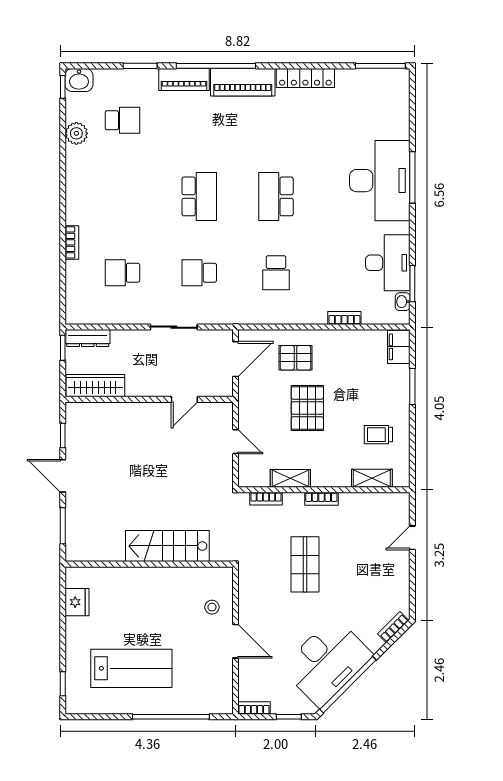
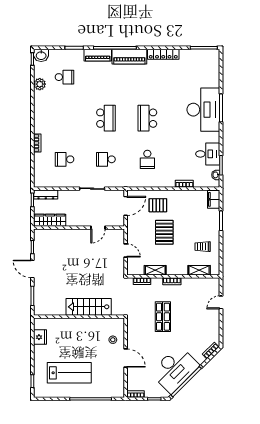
desk: (388, 263) -> (208, 154), width x0.73

